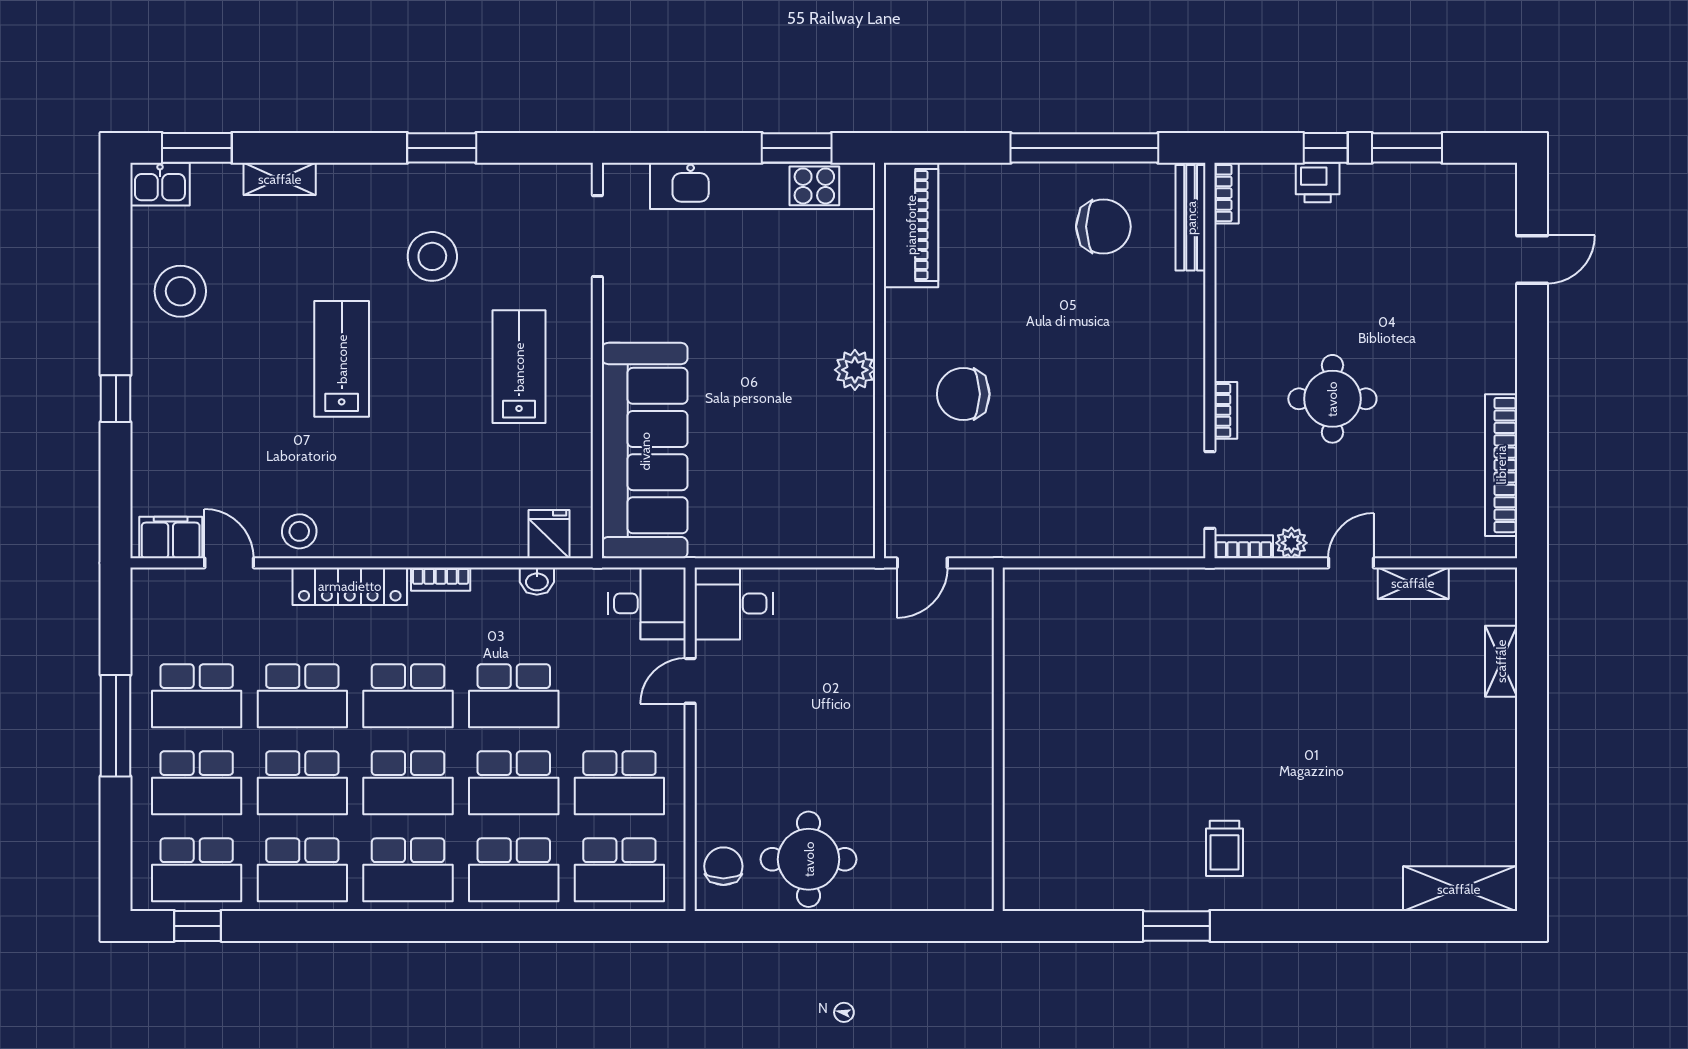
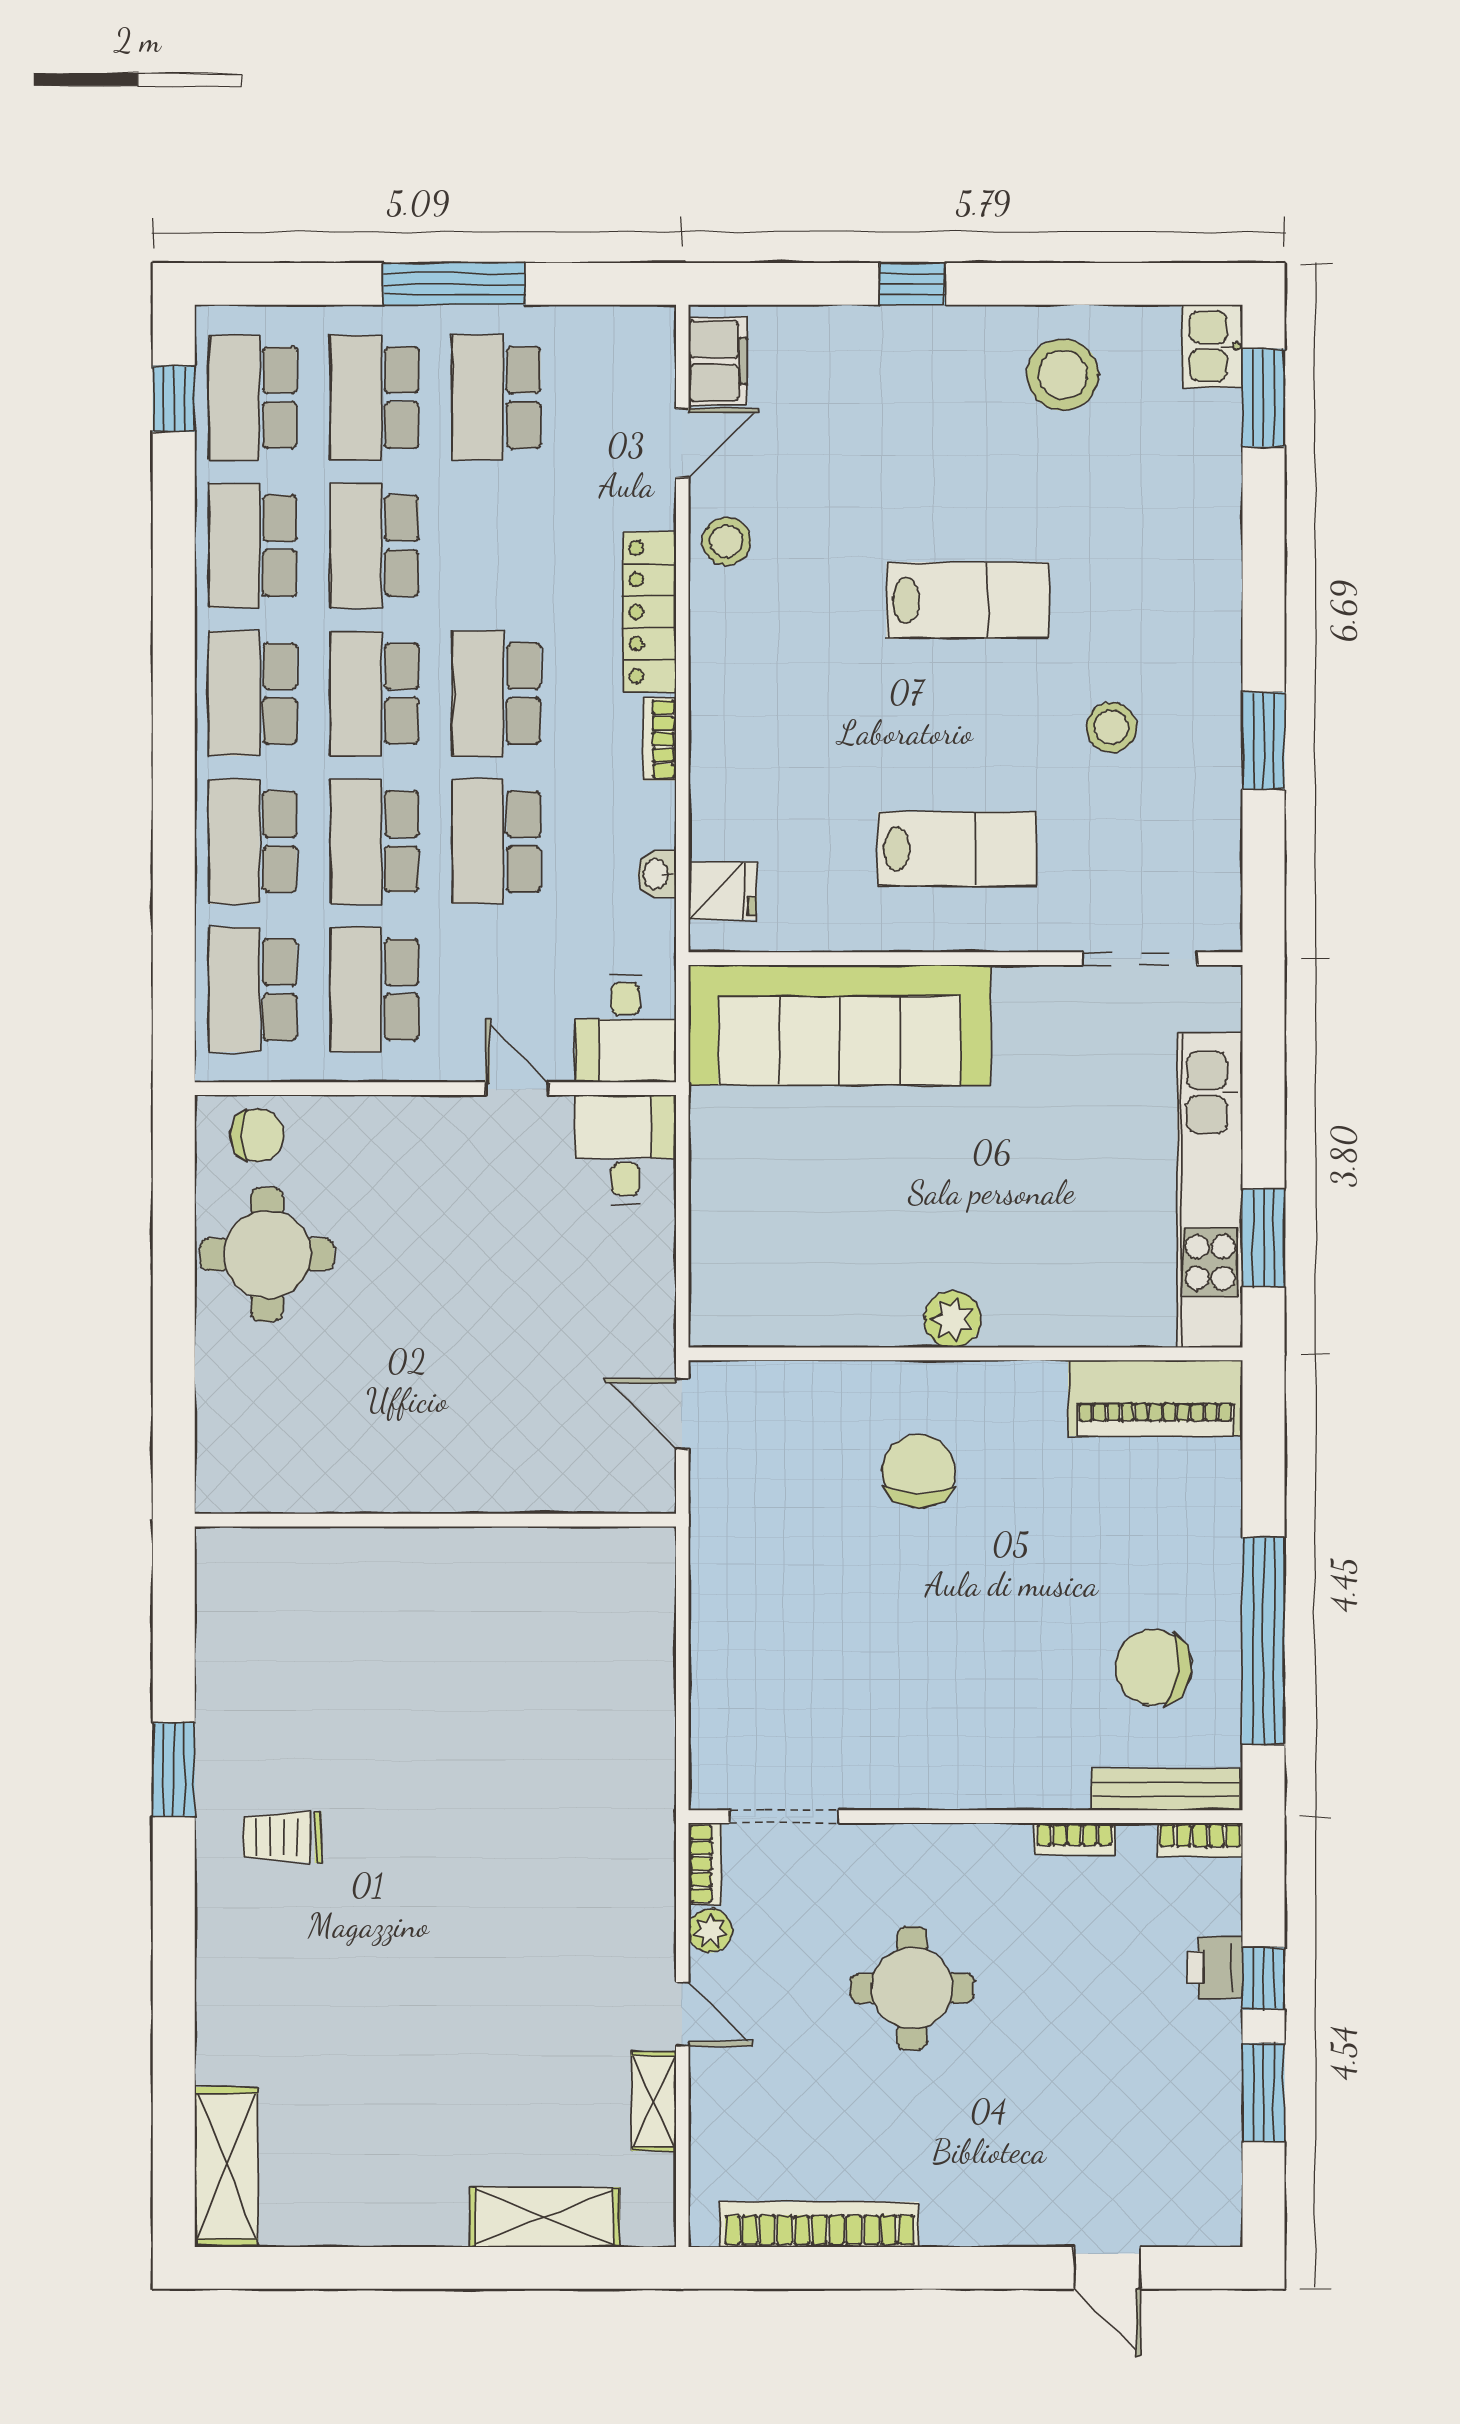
shelving: (280, 179) -> (1220, 514), removed
chair: (1103, 227) -> (1153, 1667), turned 97
stool: (432, 256) -> (1111, 727), width x0.73, depth x0.73
bookcase: (1226, 410) -> (1075, 1839), moved
shelving: (1501, 661) -> (545, 2217), width x1.50, depth x1.33
school desk: (302, 696) -> (496, 546), removed

